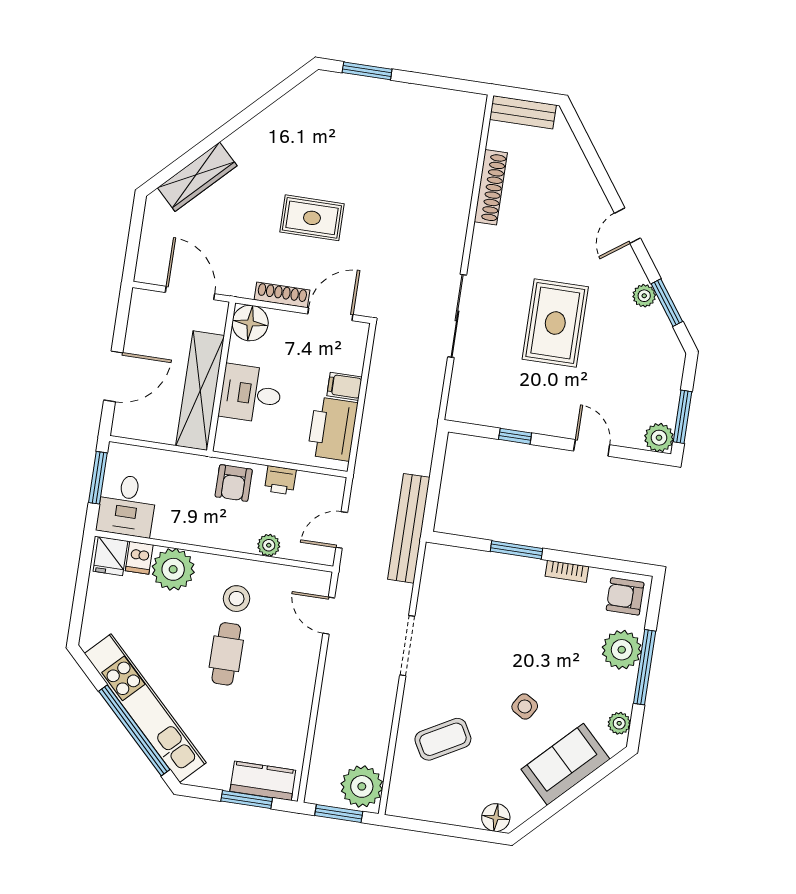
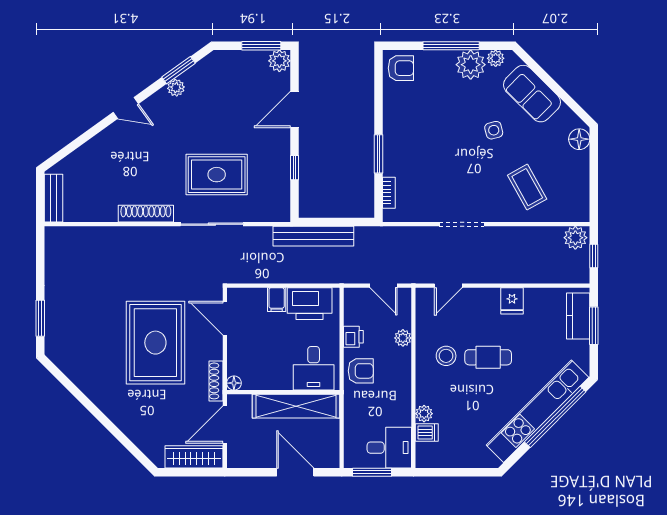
wardrobe: (197, 177) -> (194, 457), moved, turned -45
shoe rack: (491, 187) -> (146, 214), moved
rug: (312, 218) -> (155, 343), width x1.86, depth x2.06
shoe rack: (282, 295) -> (216, 381), moved
floor lamp: (250, 323) -> (234, 383), width x0.53, depth x0.53
rug: (555, 323) -> (217, 175), moved
desk: (251, 394) -> (314, 368), moved
door: (592, 448) -> (295, 110), width x1.38
bench: (409, 528) -> (313, 236), moved
fridge: (110, 556) -> (512, 301), moved, turned 90
plant: (173, 569) -> (424, 414), width x0.53, depth x0.53
bookcase: (567, 571) -> (389, 193), moved
armchair: (625, 596) -> (401, 68), turned -90
plant: (622, 650) -> (471, 65), moved
side table: (525, 706) -> (494, 130), turned 45
plant: (362, 786) -> (575, 238), width x0.73, depth x0.73
window: (339, 813) -> (594, 256), width x0.67

